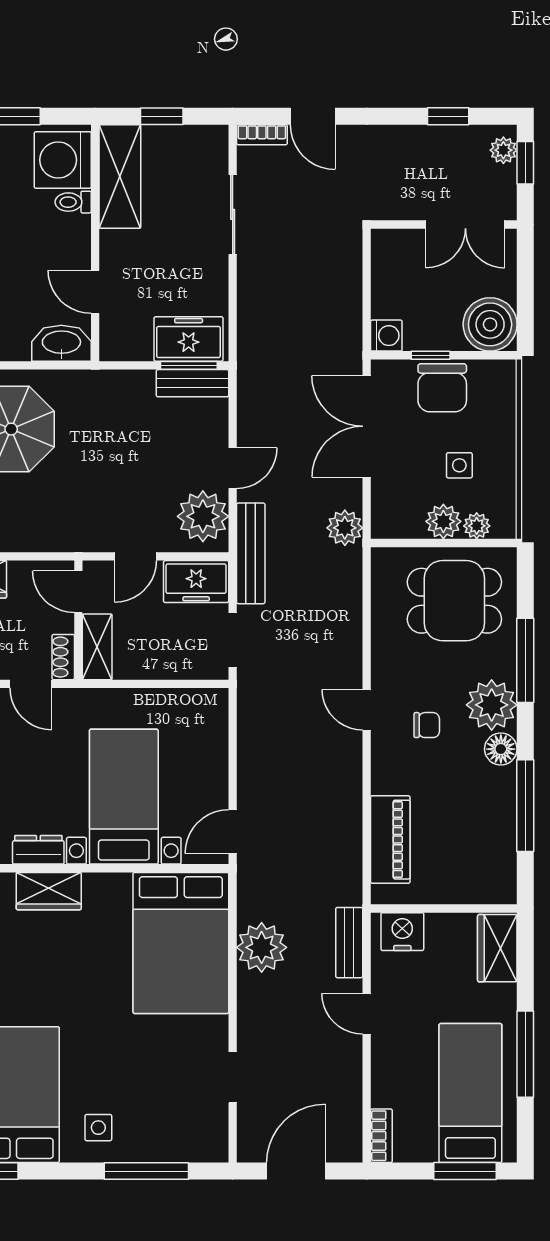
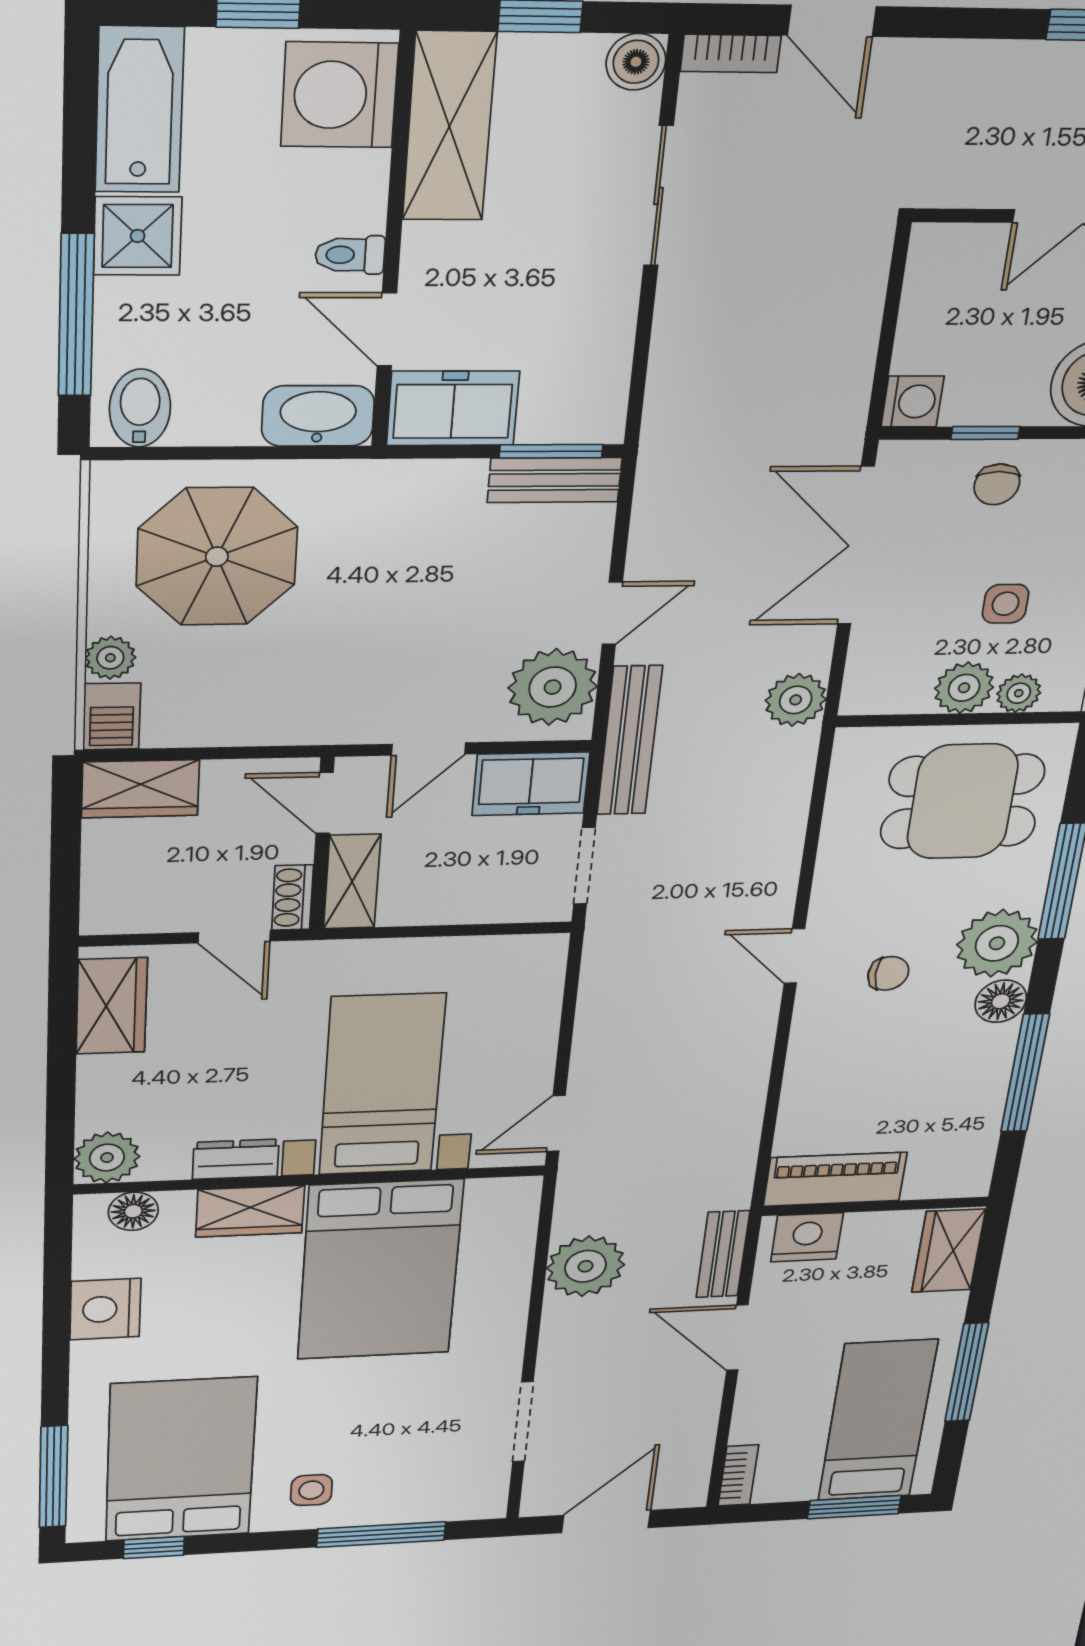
boiler: (213, 140) -> (636, 62), added
toilet: (73, 202) -> (350, 255), moved
freezer: (189, 339) -> (453, 408), moved
chair: (442, 388) -> (997, 484), width x0.54, depth x0.54
piano: (390, 840) -> (835, 1179), moved, turned -90
bed: (181, 943) -> (380, 1270), moved
door: (367, 1014) -> (737, 1338), width x1.38
doorway: (233, 1077) -> (523, 1422), width x1.38

